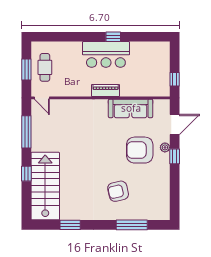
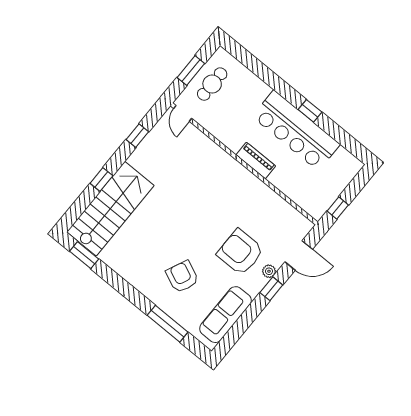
bar counter: (106, 54) -> (296, 130), width x1.36
sofa: (131, 108) -> (226, 315), moved, turned 90
window: (26, 132) -> (137, 136), width x0.46
armchair: (118, 191) -> (182, 277), turned 37
window: (70, 225) -> (84, 255), moved

